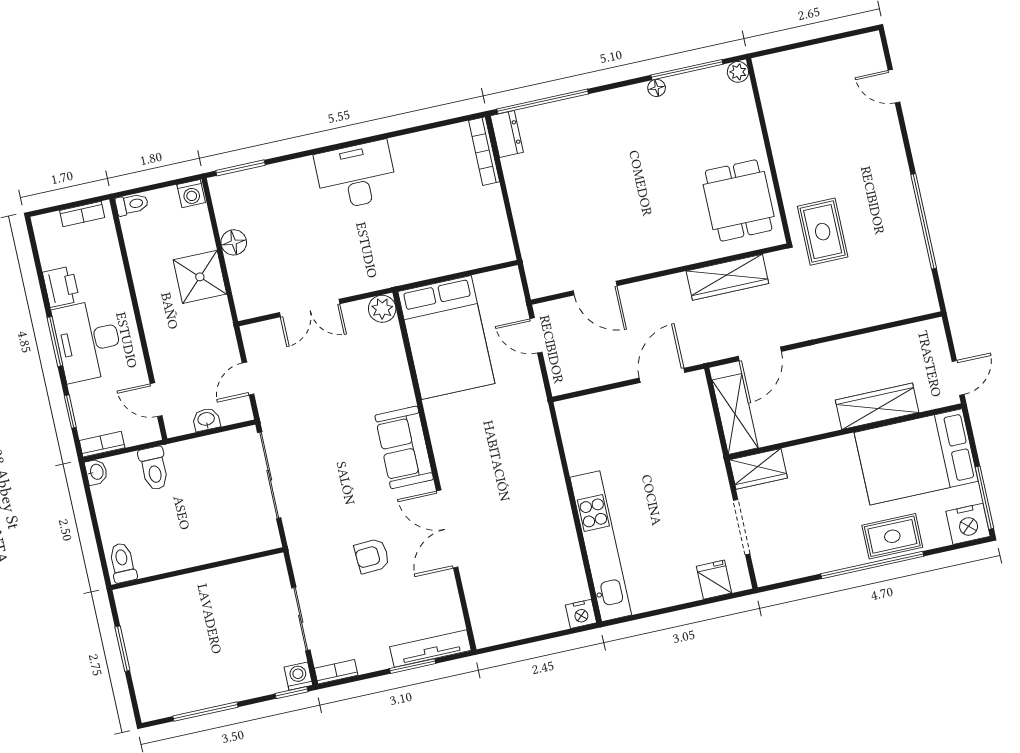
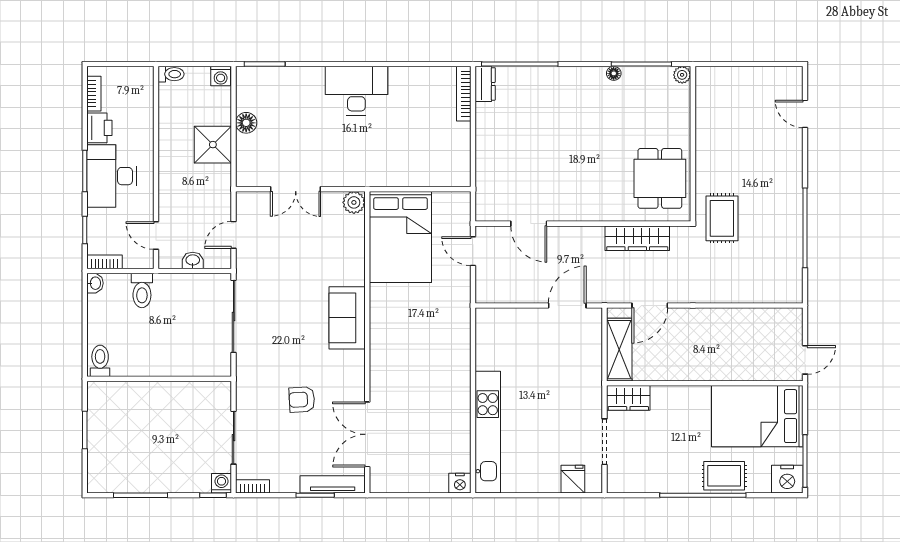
bookcase: (82, 214) -> (94, 94), moved, turned -90
wardrobe: (877, 406) -> (735, 368), removed
double door: (447, 529) -> (367, 434), moved

